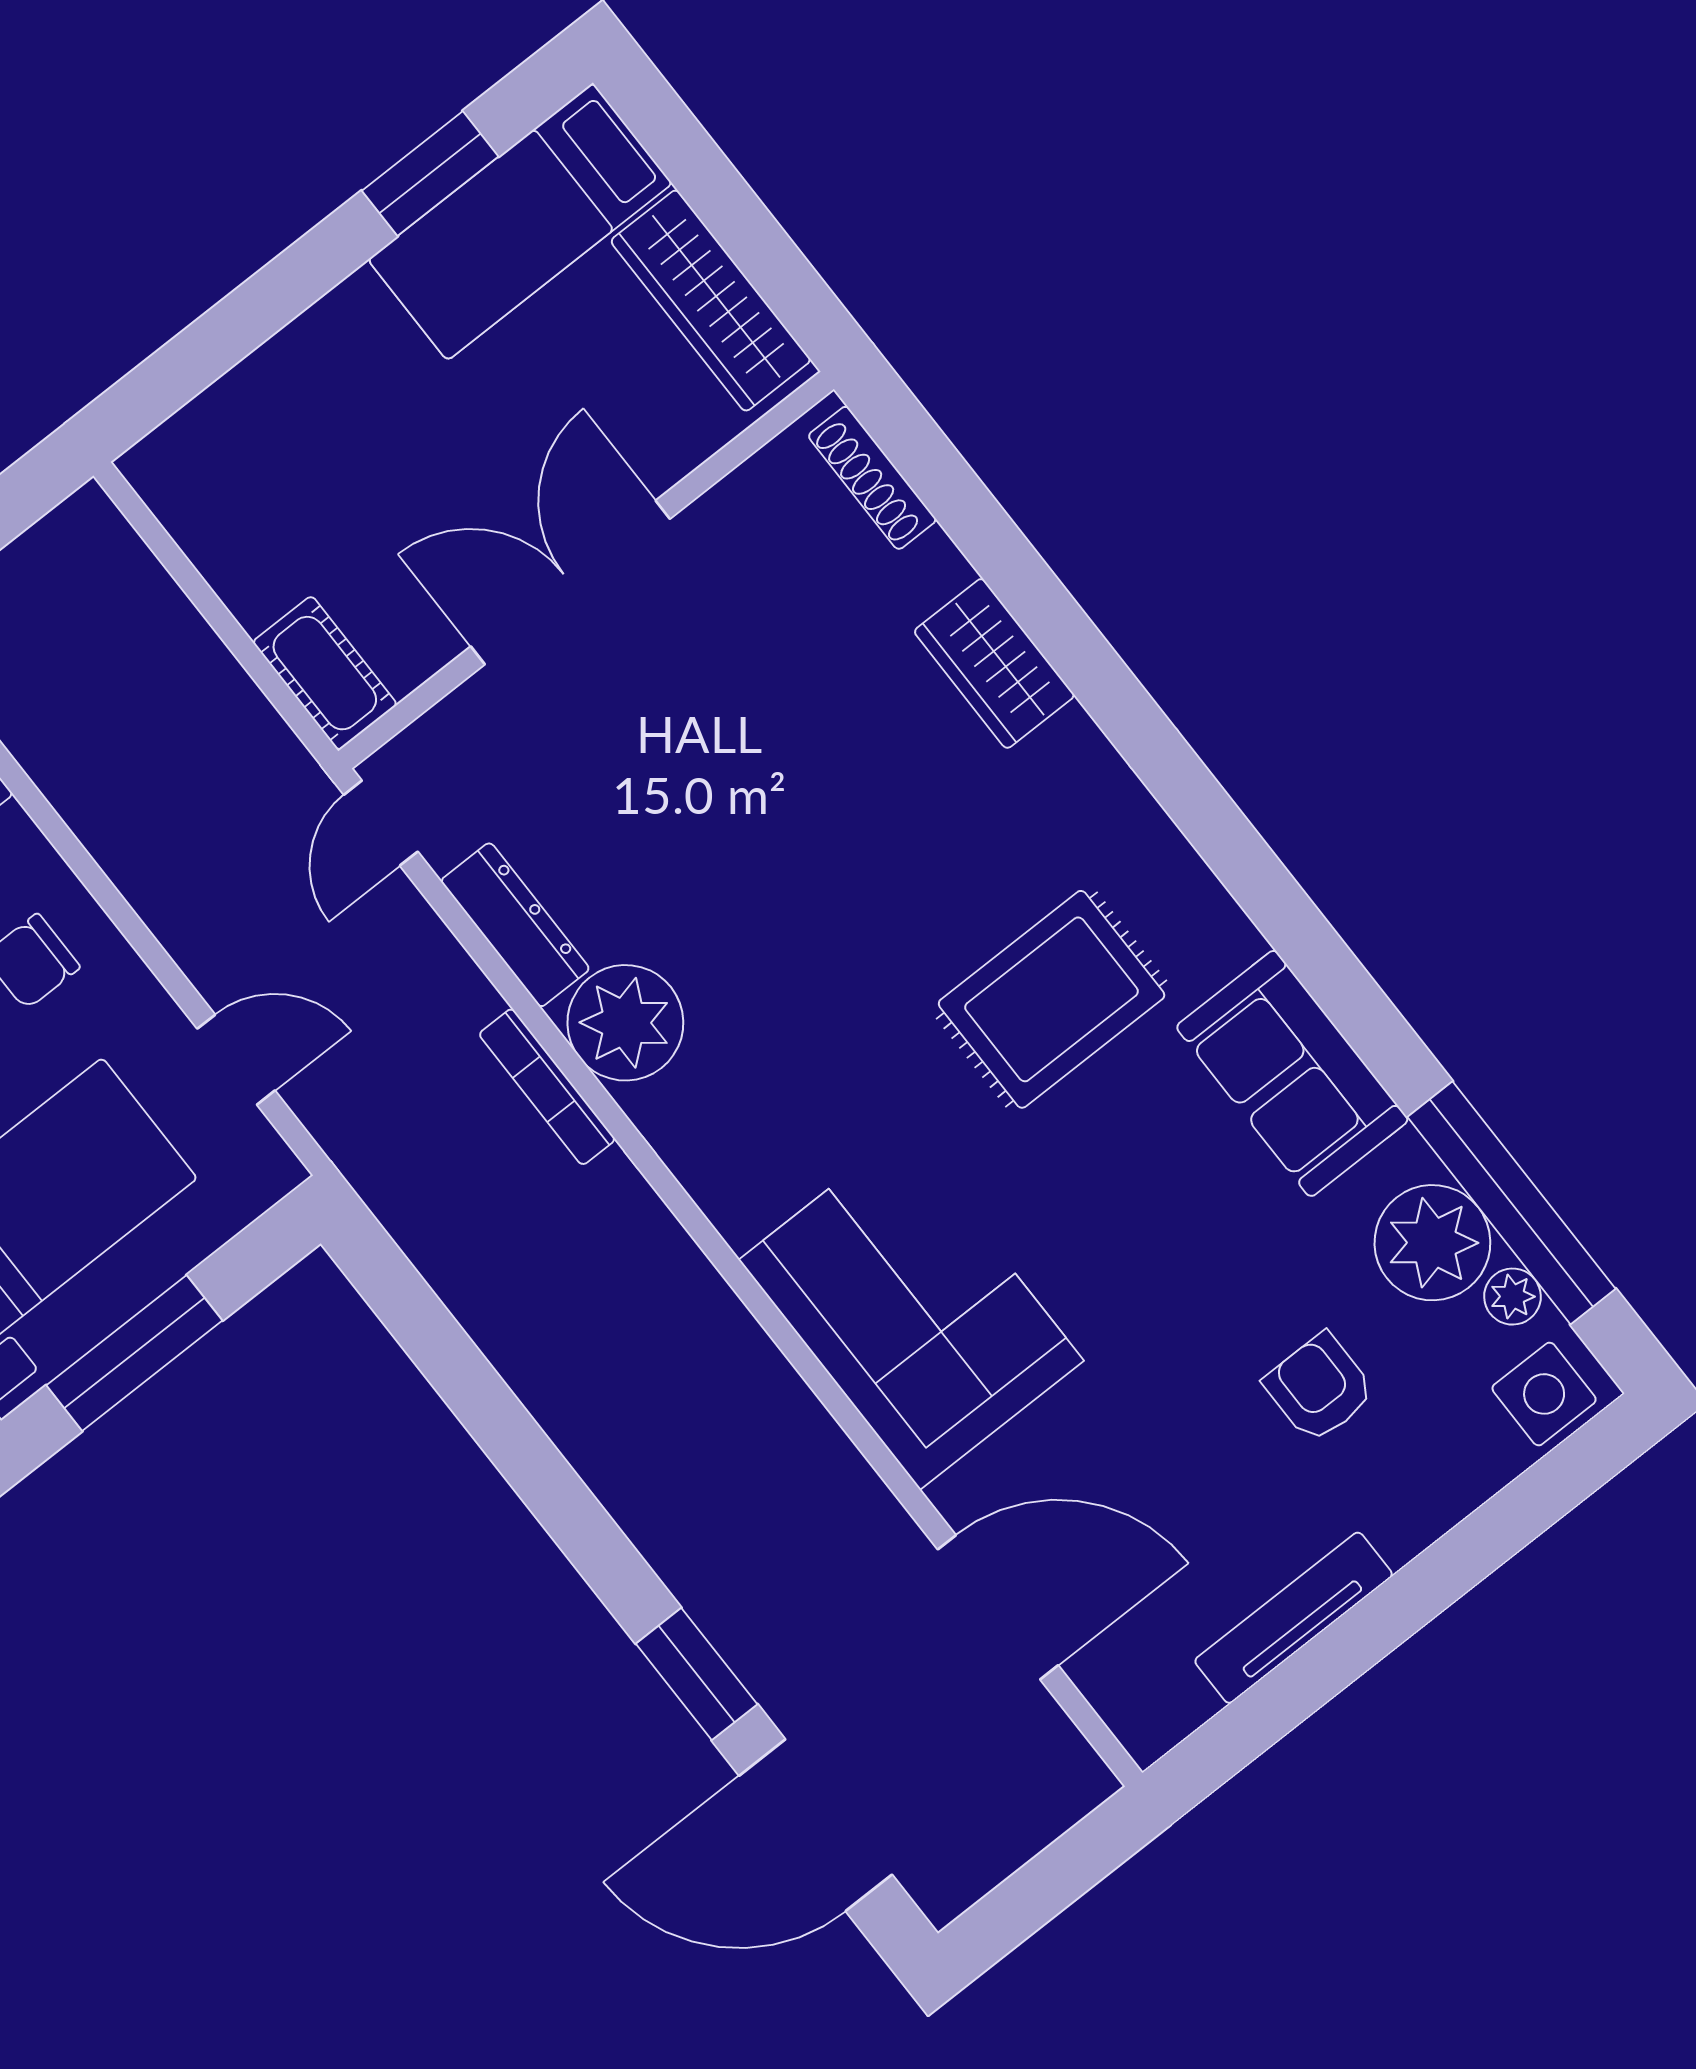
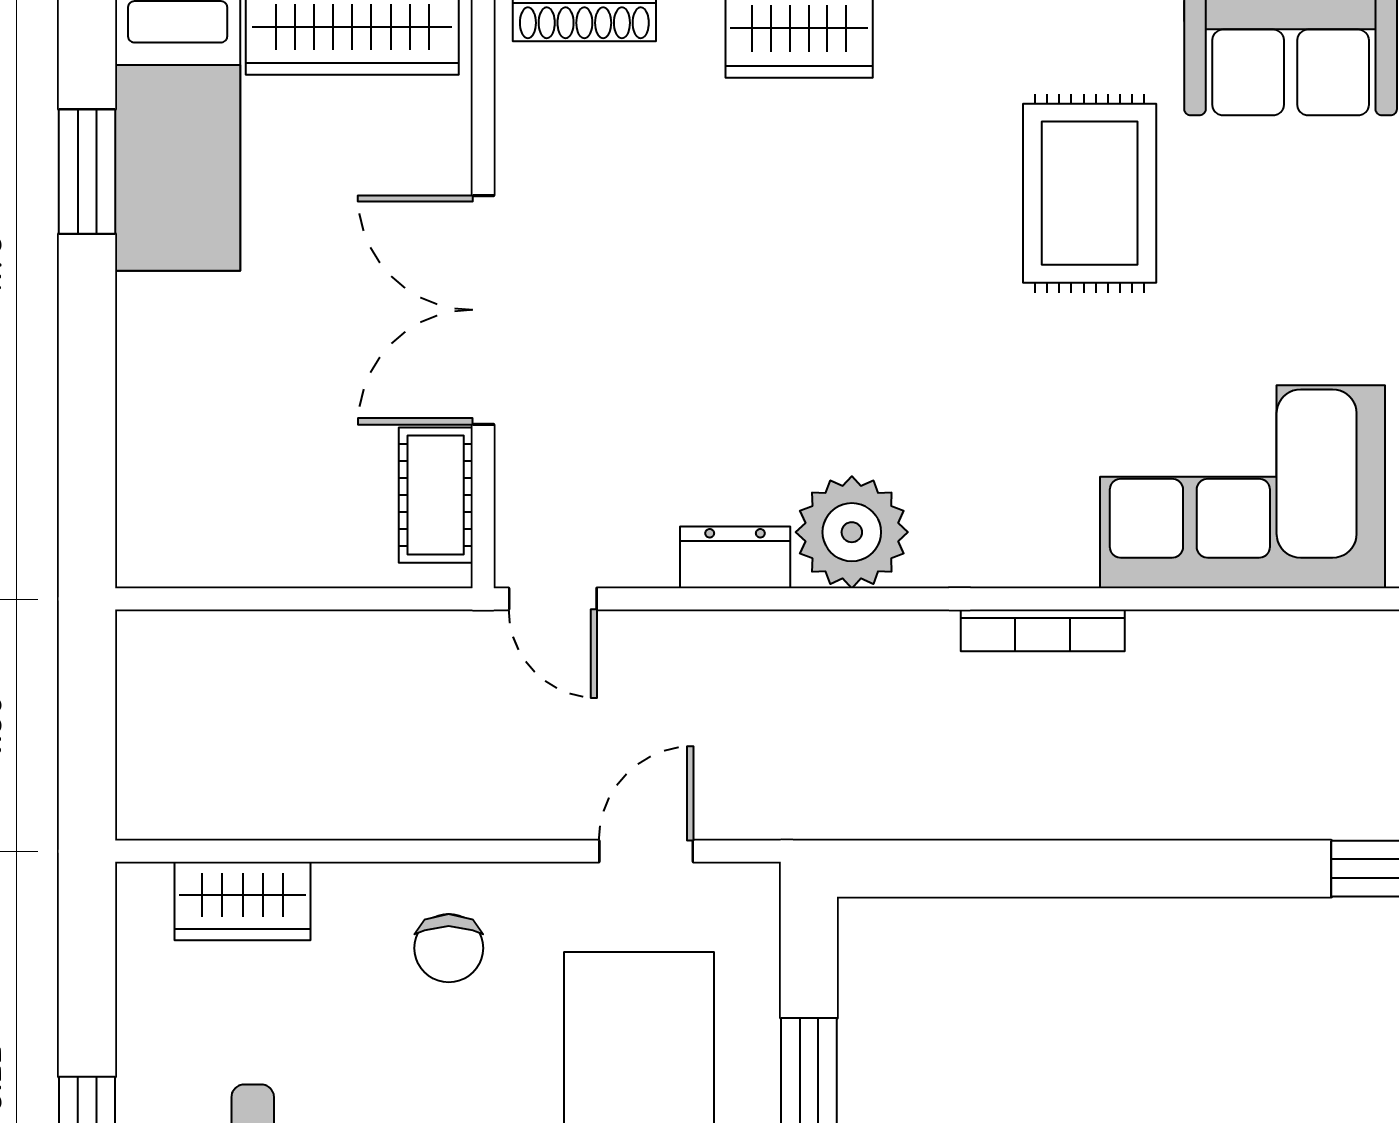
cot: (325, 673) -> (436, 495), moved, turned 90
dresser: (515, 925) -> (735, 557), width x0.70
bookcase: (547, 1087) -> (1043, 630), moved

